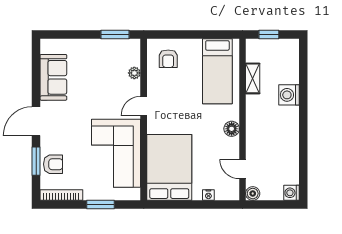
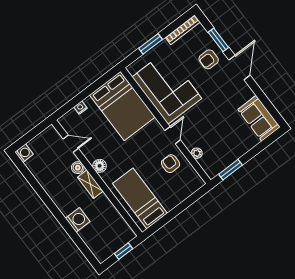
armchair: (168, 59) -> (171, 164), moved
sofa: (53, 77) -> (259, 118), moved
shelving: (253, 78) -> (90, 184), moved
armchair: (53, 164) -> (209, 59), moved
boiler: (253, 194) -> (78, 168), moved

